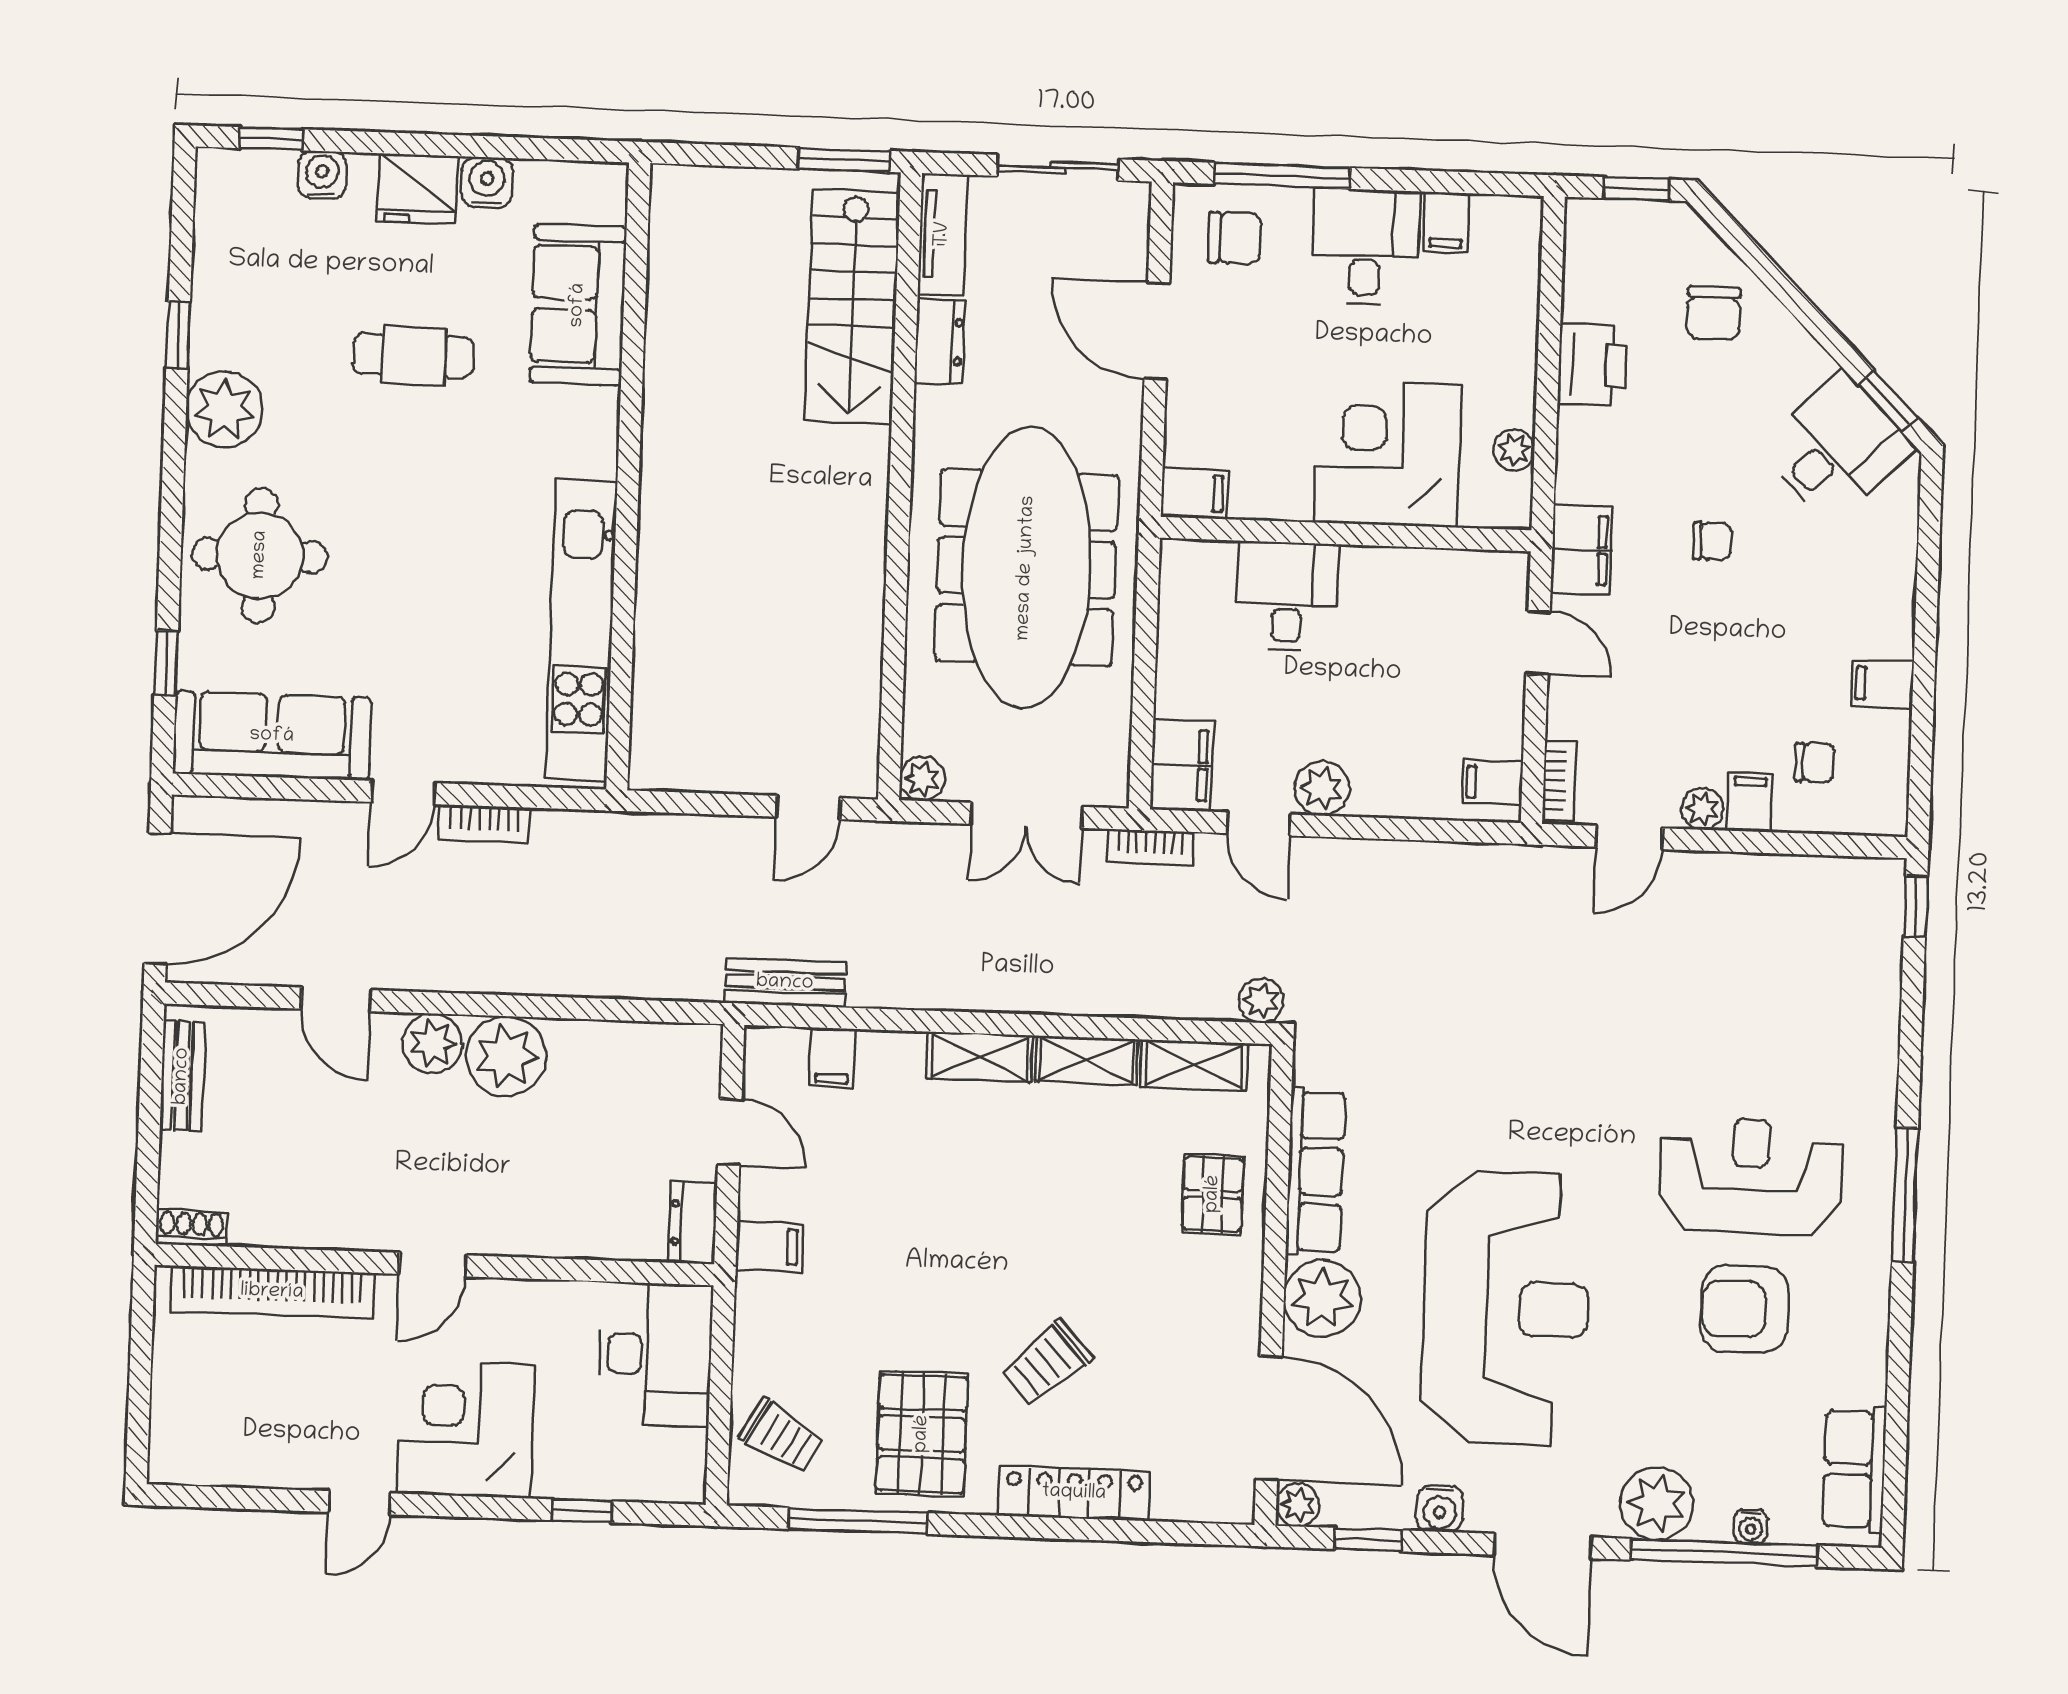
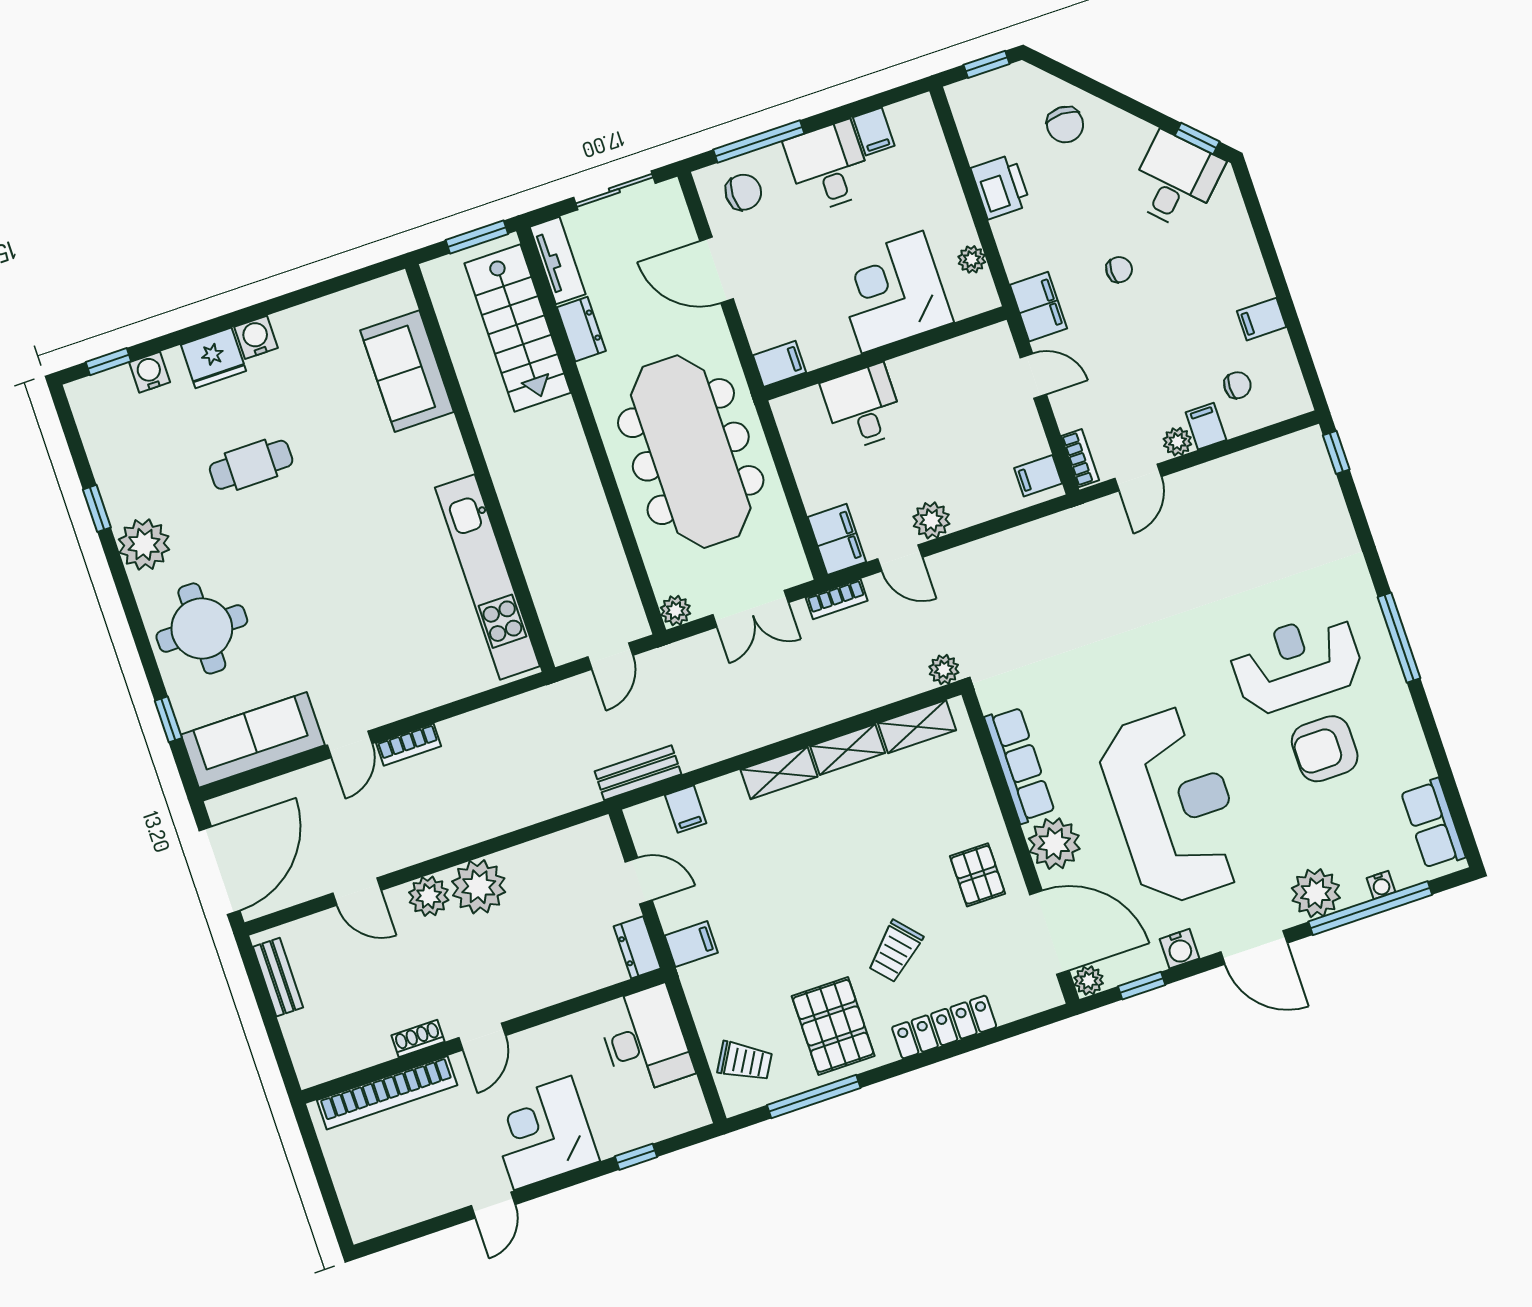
sofa: (578, 305) -> (407, 371), moved
wall: (628, 476) -> (480, 468), moved
kitchen unit: (581, 630) -> (487, 577), moved
pallet: (1213, 1194) -> (978, 875), moved
shoe rack: (191, 1228) -> (418, 1038), moved

